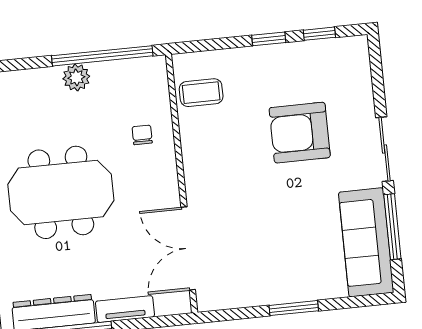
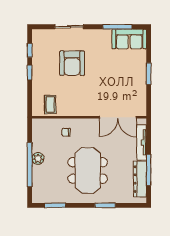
window: (102, 56) -> (30, 165), moved
sliding door: (385, 149) -> (69, 27), moved
sofa: (366, 242) -> (129, 39), width x0.73
tv unit: (125, 309) -> (142, 142), width x1.41

